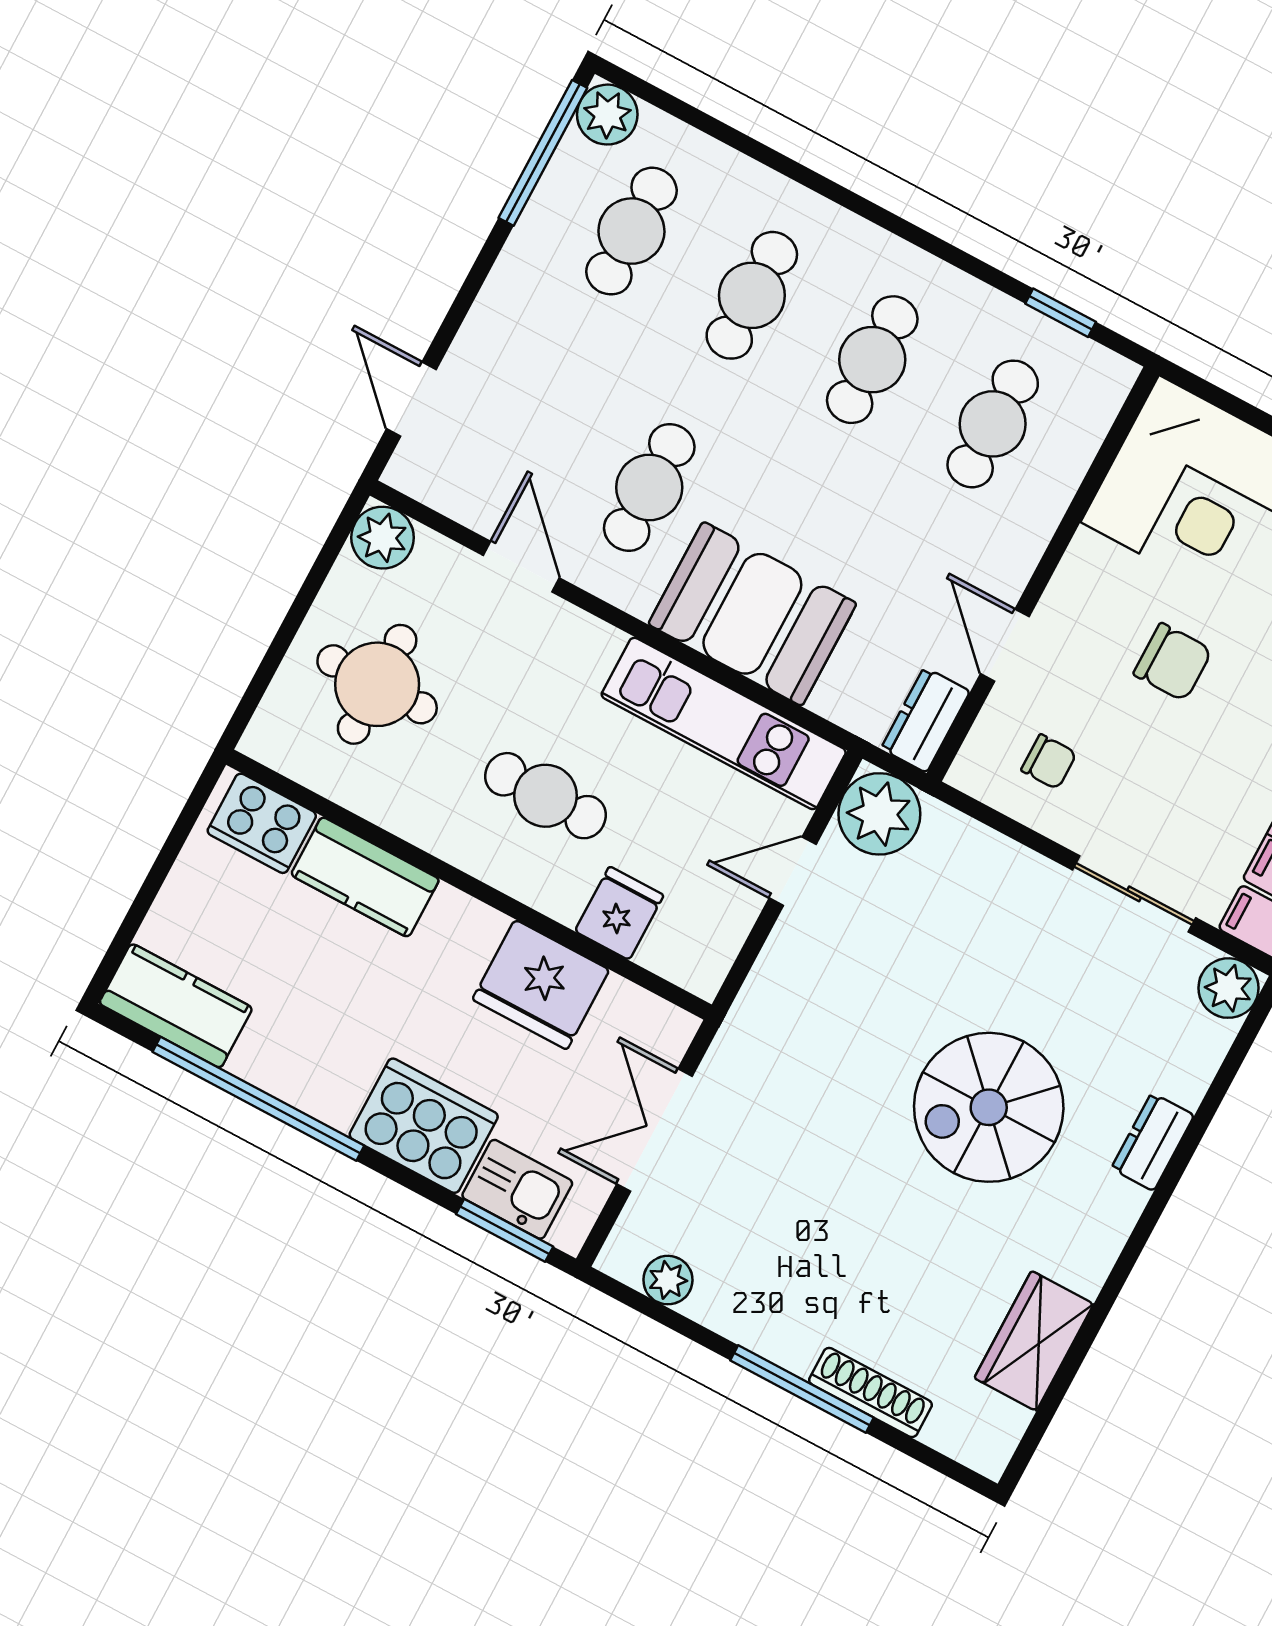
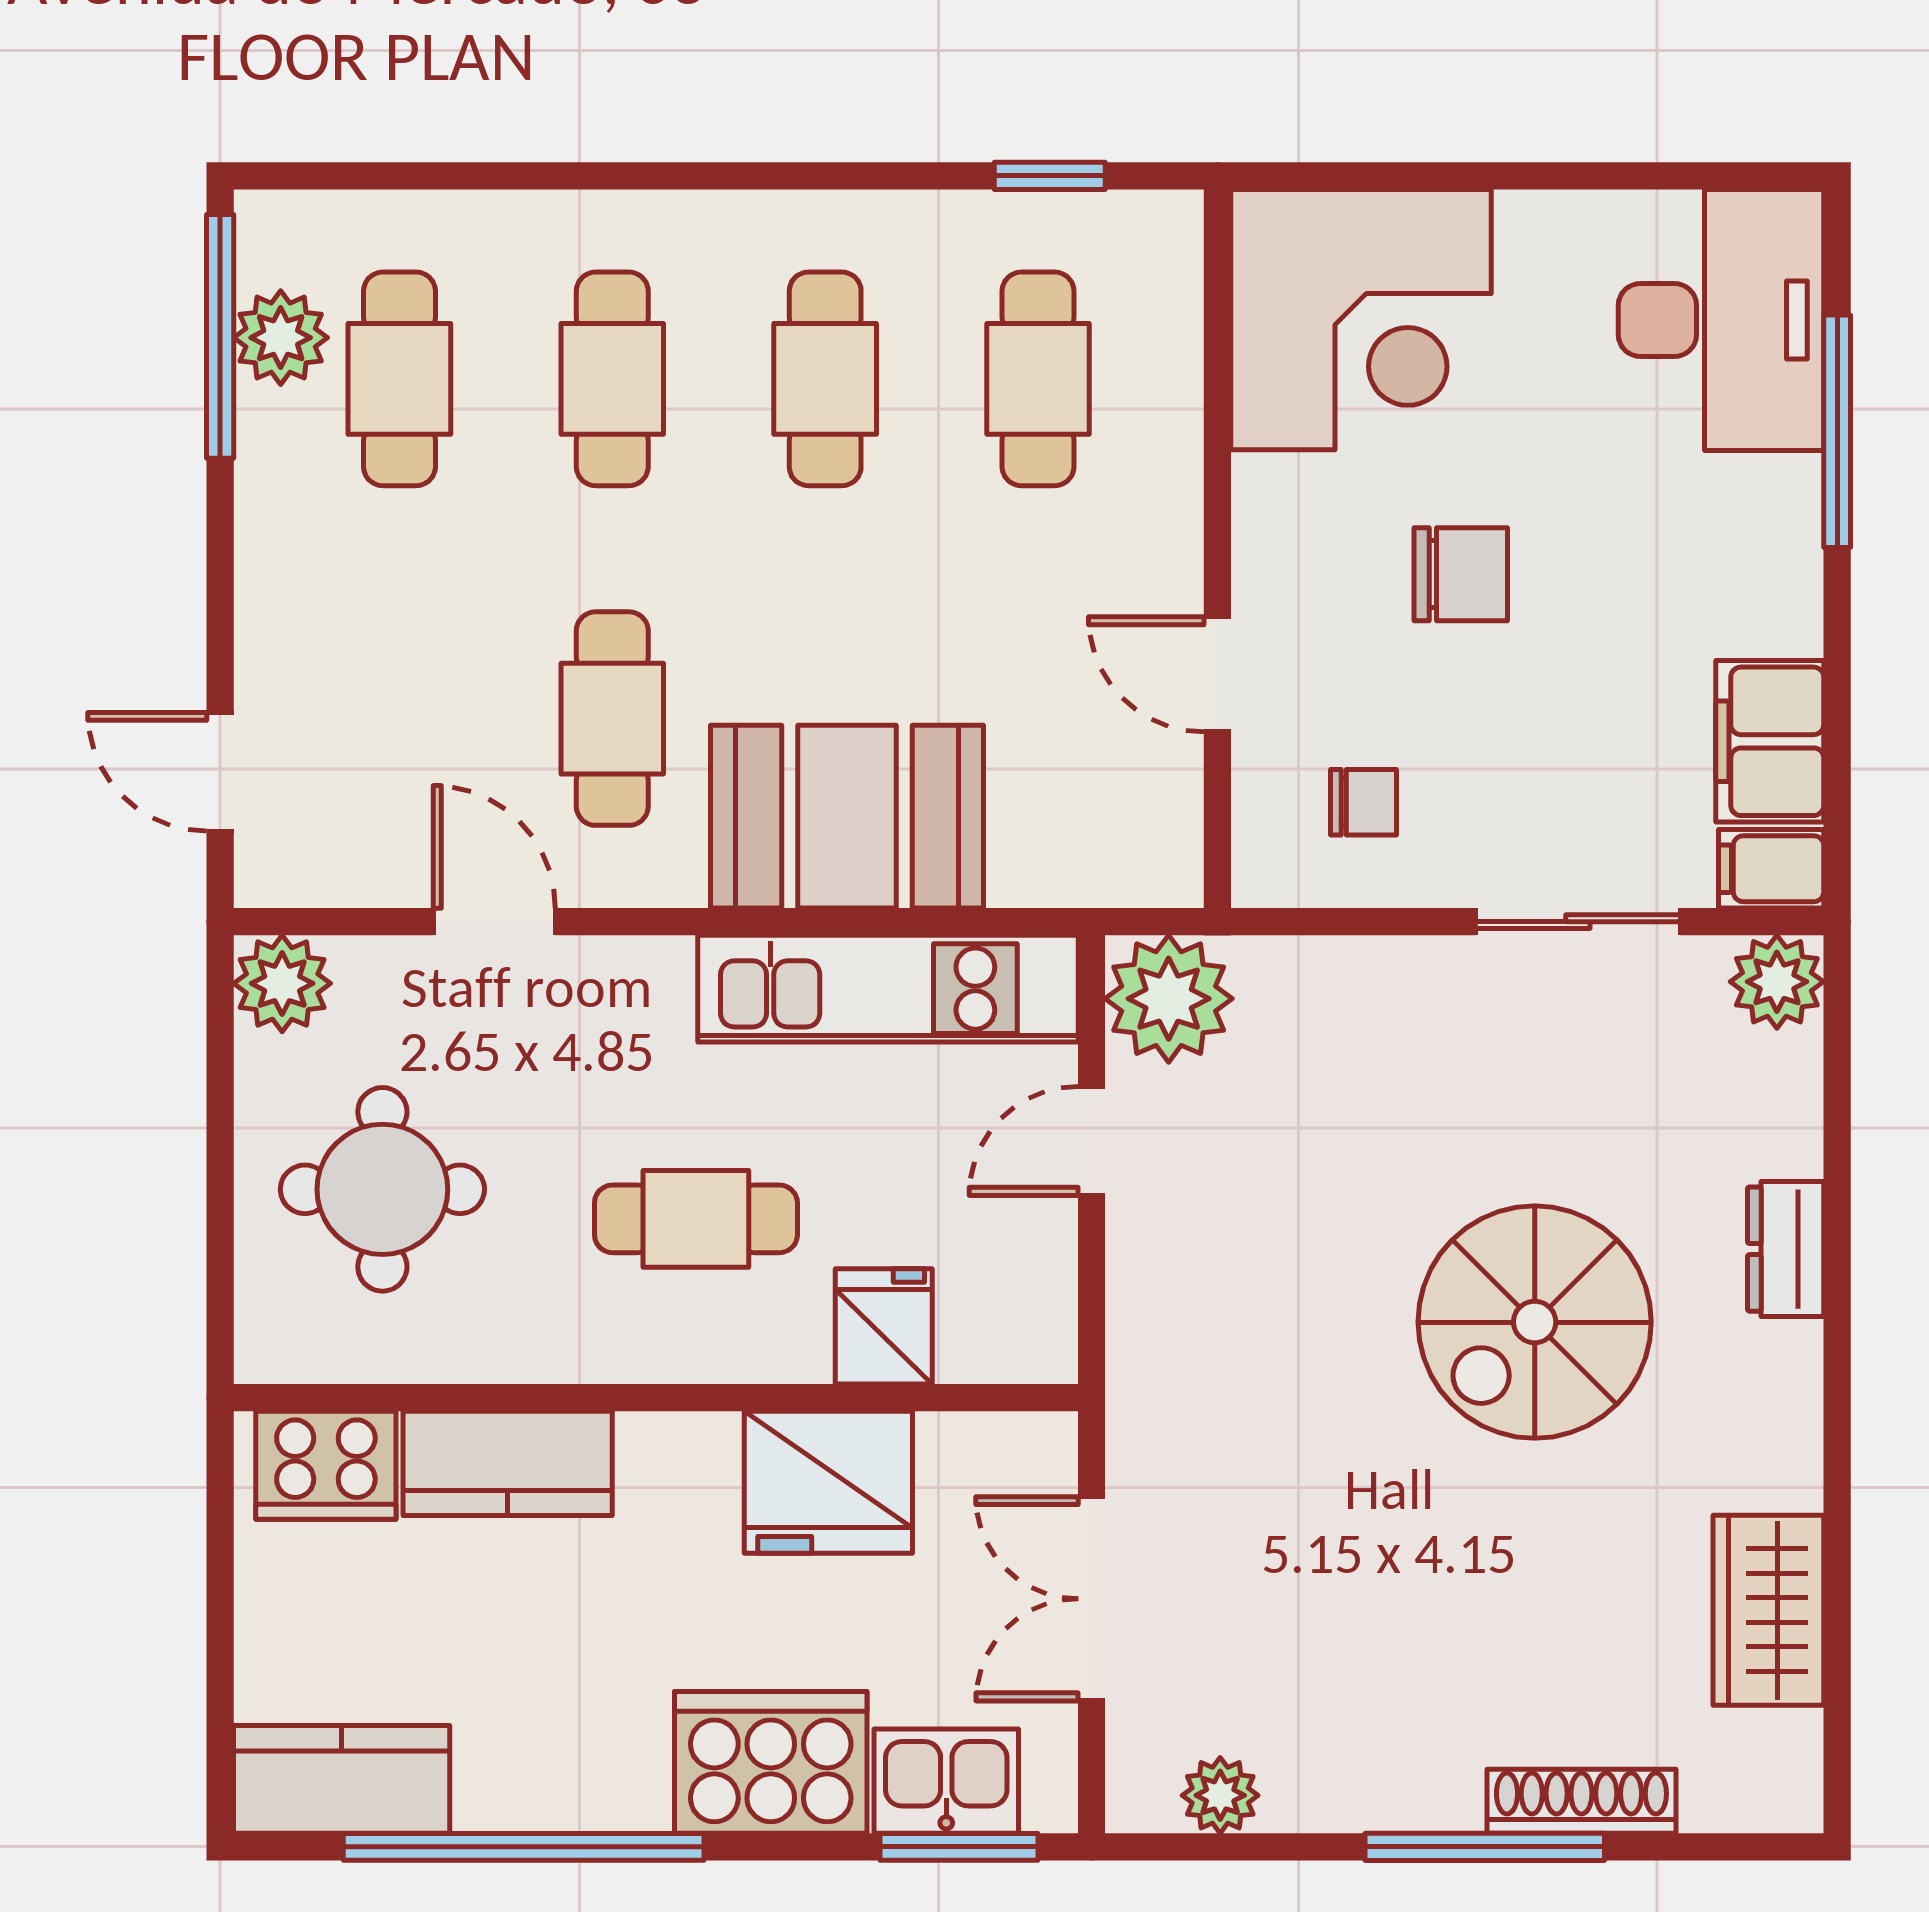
plant: (607, 115) -> (281, 338), moved
dresser: (925, 720) -> (1163, 835), removed

